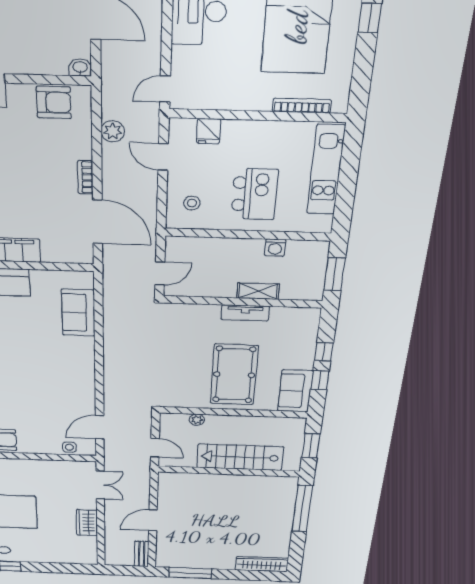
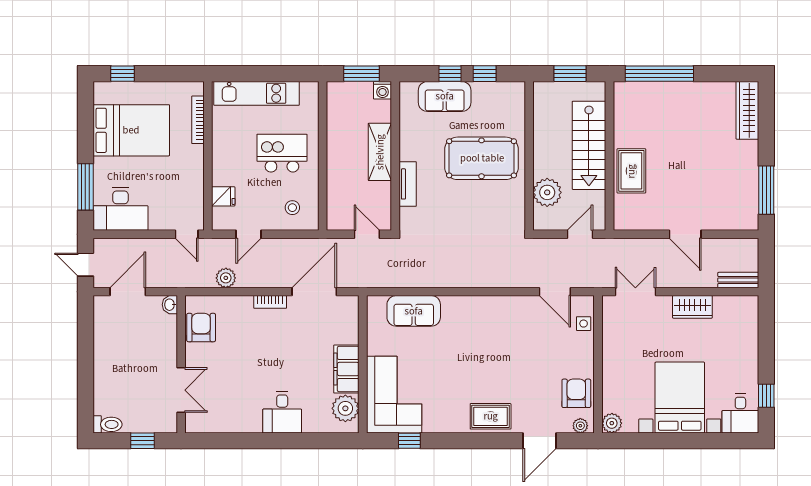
washing machine: (275, 248) -> (383, 90), moved, turned 90
shelving: (258, 291) -> (380, 152), width x1.50, depth x1.33
tv unit: (245, 313) -> (408, 184), moved
sofa: (295, 391) -> (445, 96), moved
plant: (197, 420) -> (547, 192), width x1.87, depth x1.87
rug: (213, 486) -> (631, 171), added
bench: (142, 554) -> (738, 280), moved

